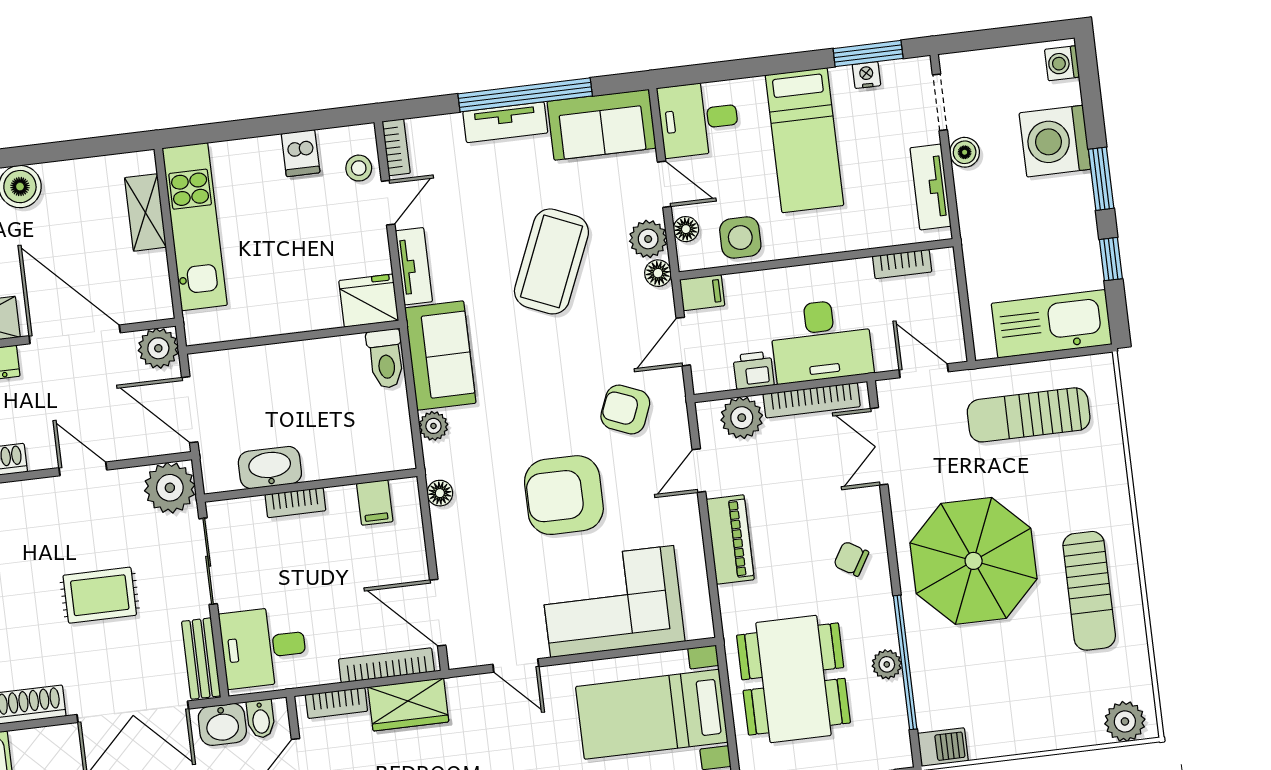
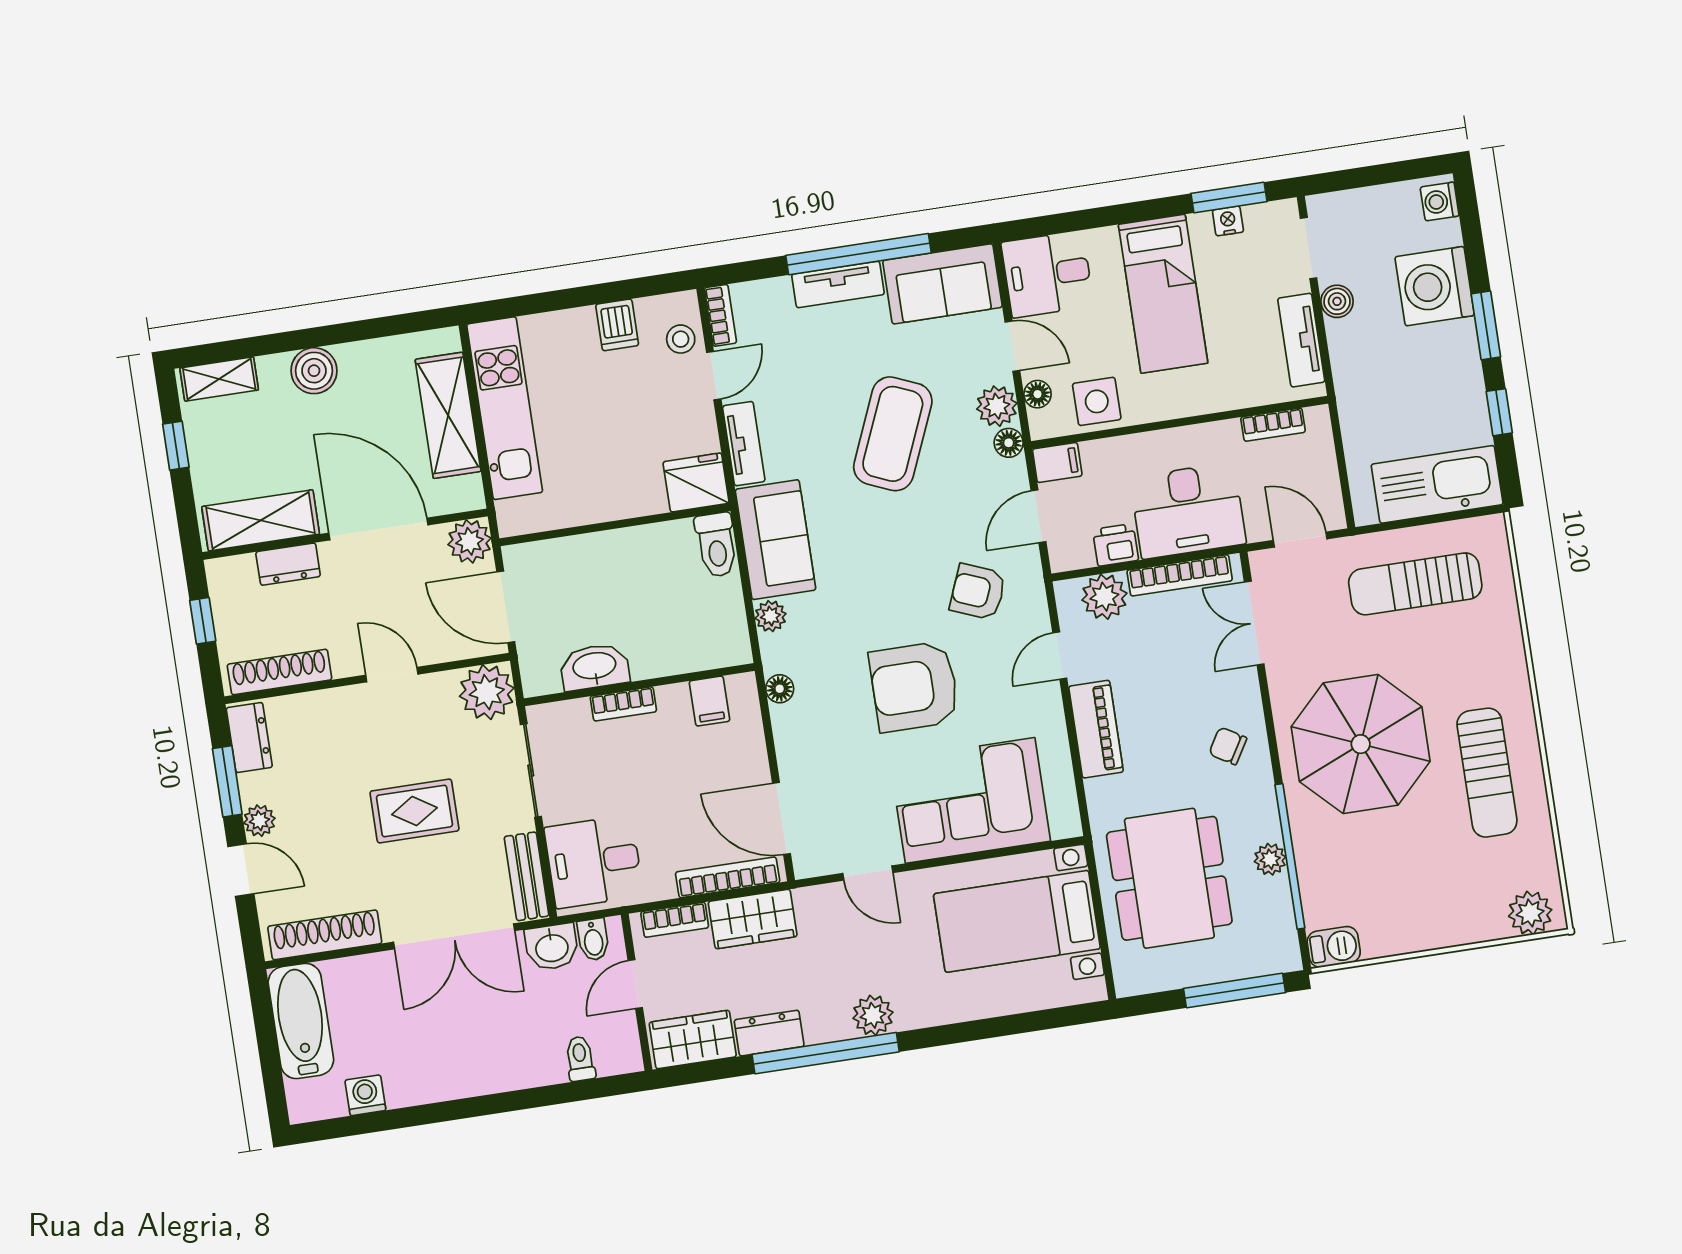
shelving: (145, 212) -> (448, 415), width x1.50, depth x1.33

